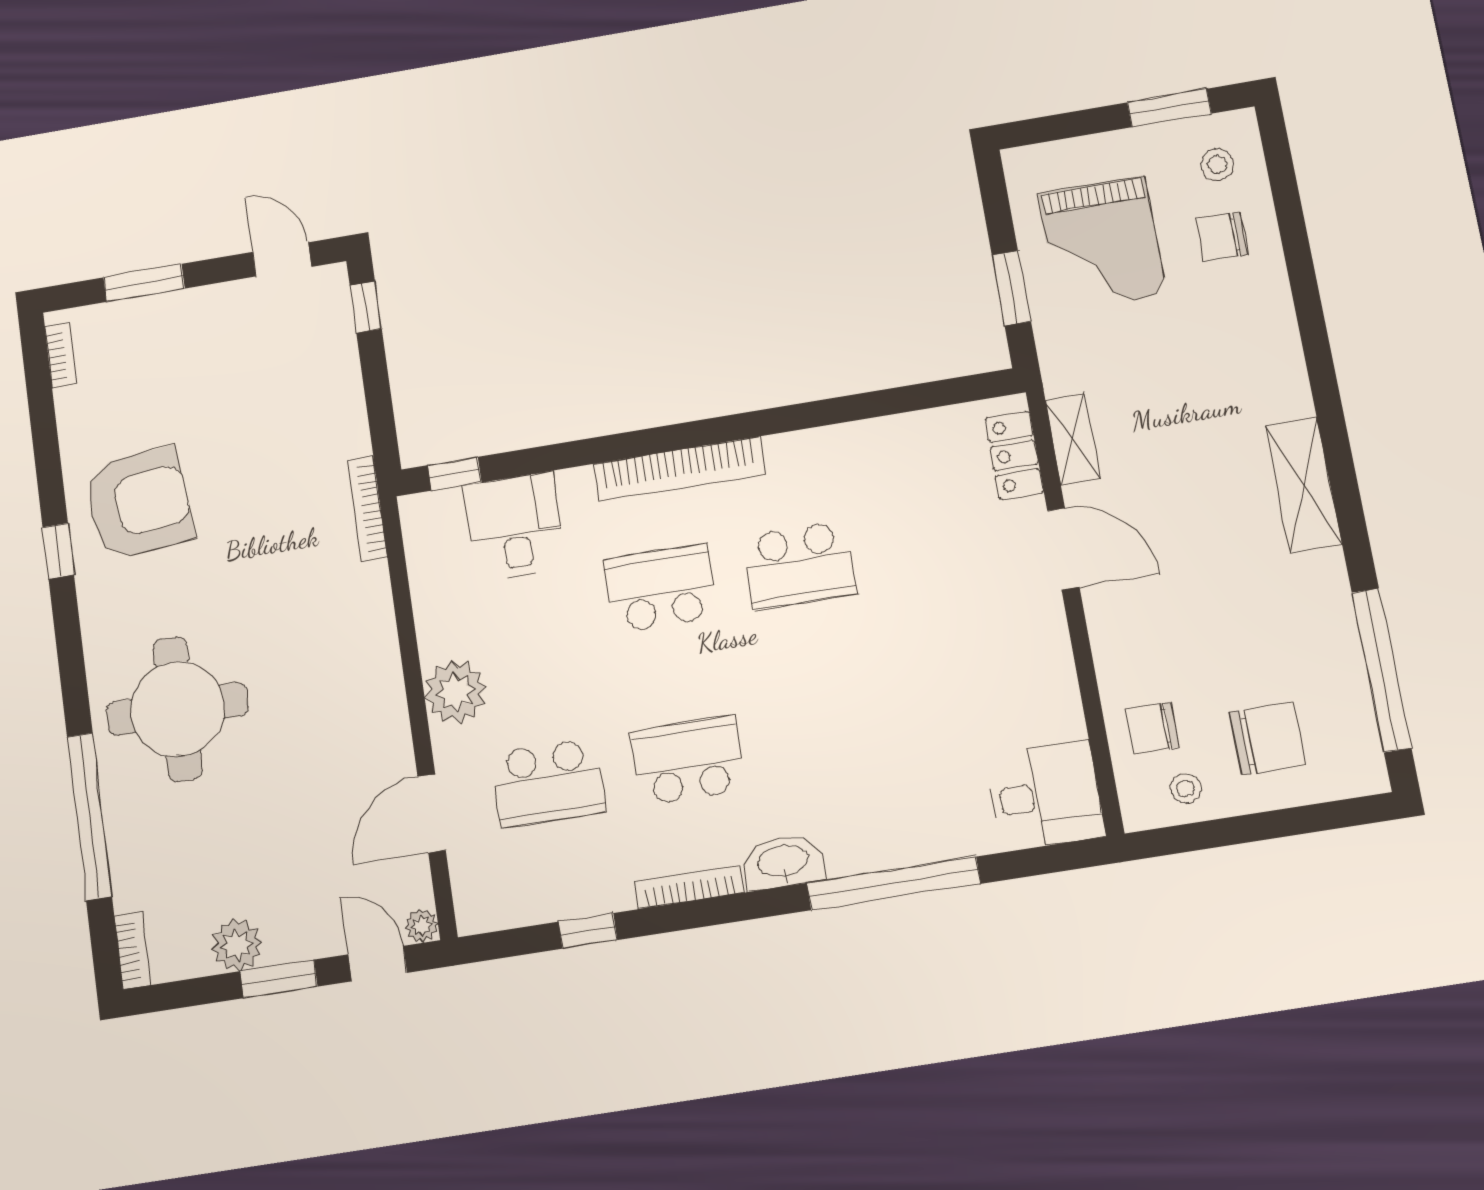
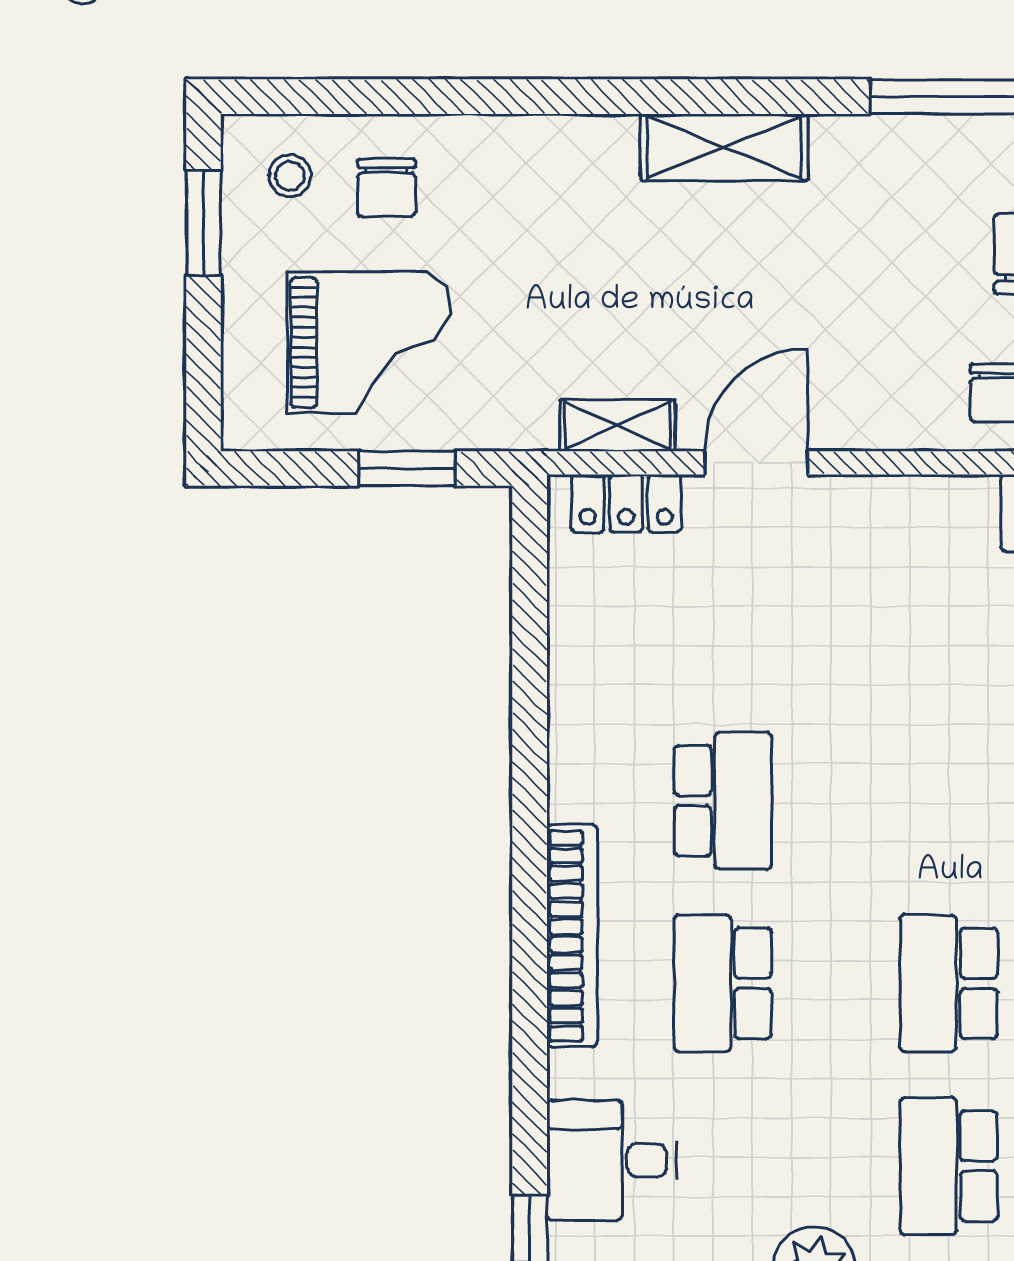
school desk: (548, 783) -> (949, 1166), turned 180

